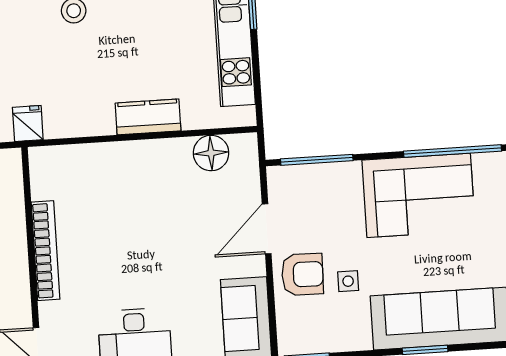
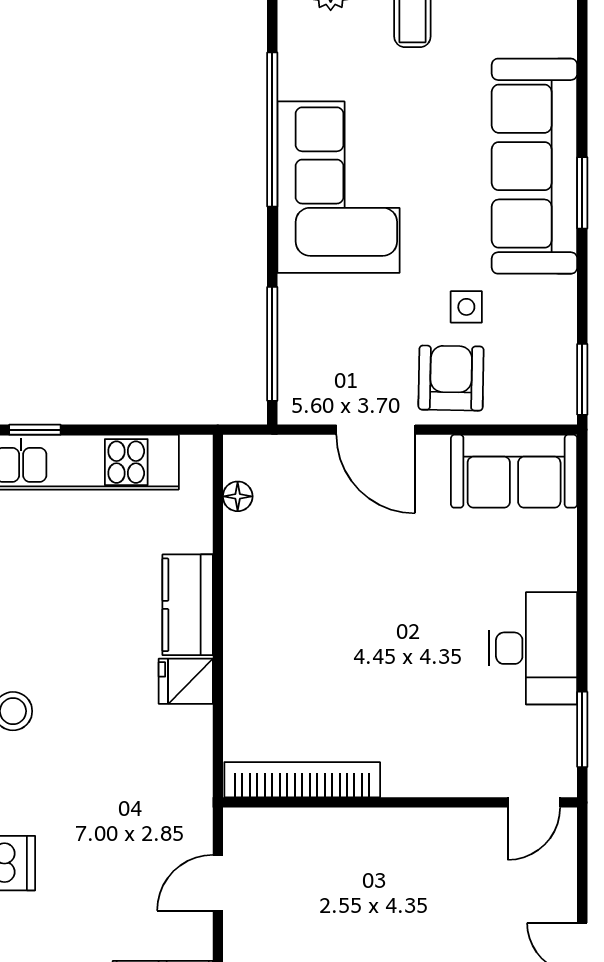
fridge: (28, 123) -> (186, 681), moved
floor lamp: (211, 153) -> (238, 496), width x0.53, depth x0.53
bookcase: (46, 251) -> (302, 780), moved

